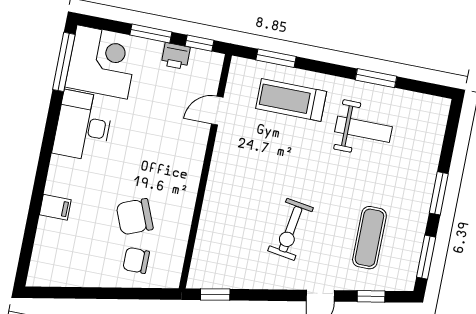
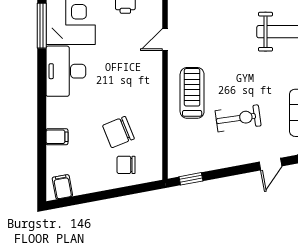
treadmill: (291, 100) -> (192, 93), moved, turned 90
exercise bike: (291, 229) -> (238, 118), turned -107
filing cabinet: (50, 272) -> (62, 187), added

